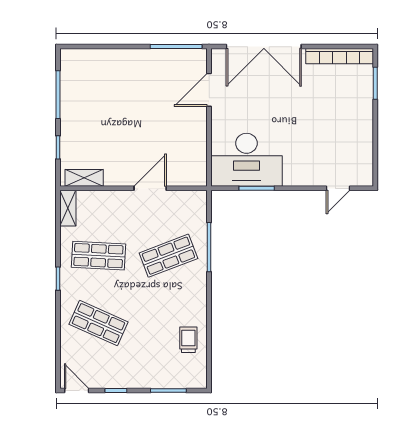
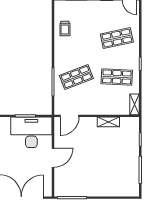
door: (209, 90) -> (53, 158), moved
shelving: (84, 178) -> (108, 122), moved
door: (150, 188) -> (70, 116), moved
shop shelf: (98, 323) -> (117, 38), turned -36

